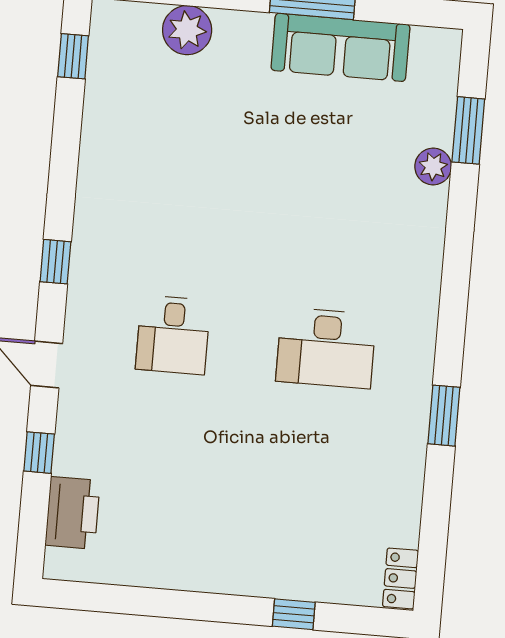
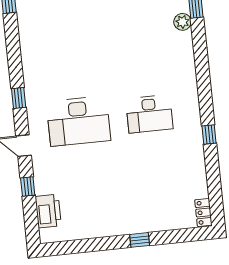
desk: (173, 335) -> (78, 121), width x1.87, depth x1.30
window: (444, 416) -> (209, 134), width x0.67
window: (294, 614) -> (140, 240), moved

